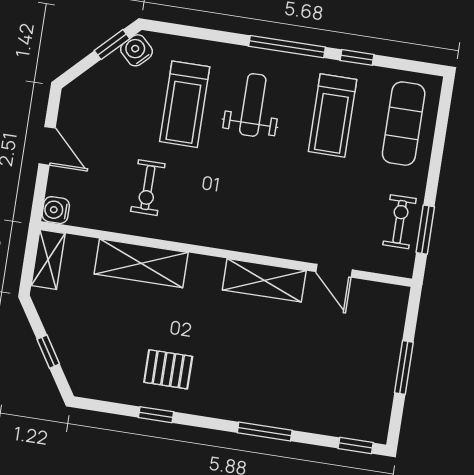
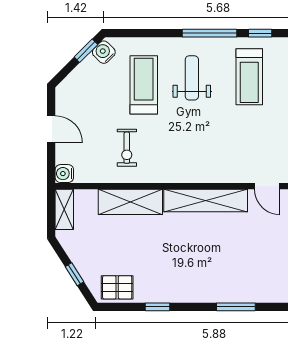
treadmill: (185, 104) -> (144, 85), turned 180
shelving: (264, 280) -> (206, 200), width x1.47
pallet: (168, 369) -> (117, 287), moved

